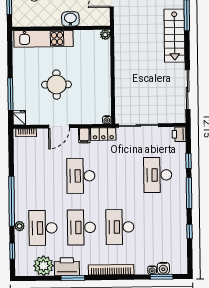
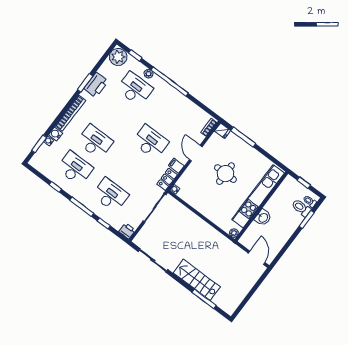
kitchen unit: (43, 39) -> (258, 196), width x1.36
desk: (81, 227) -> (75, 168), moved
plant: (43, 266) -> (118, 57), moved
water cooler: (163, 268) -> (56, 134), moved

